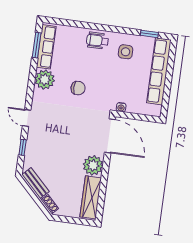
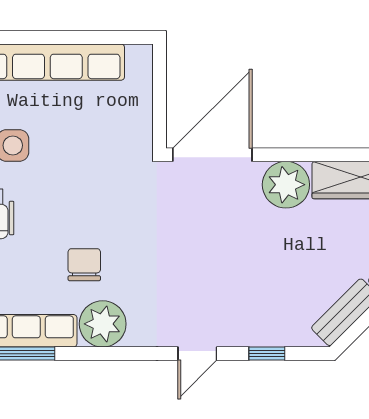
chair: (78, 88) -> (84, 265), moved
water cooler: (121, 107) -> (142, 138), removed

